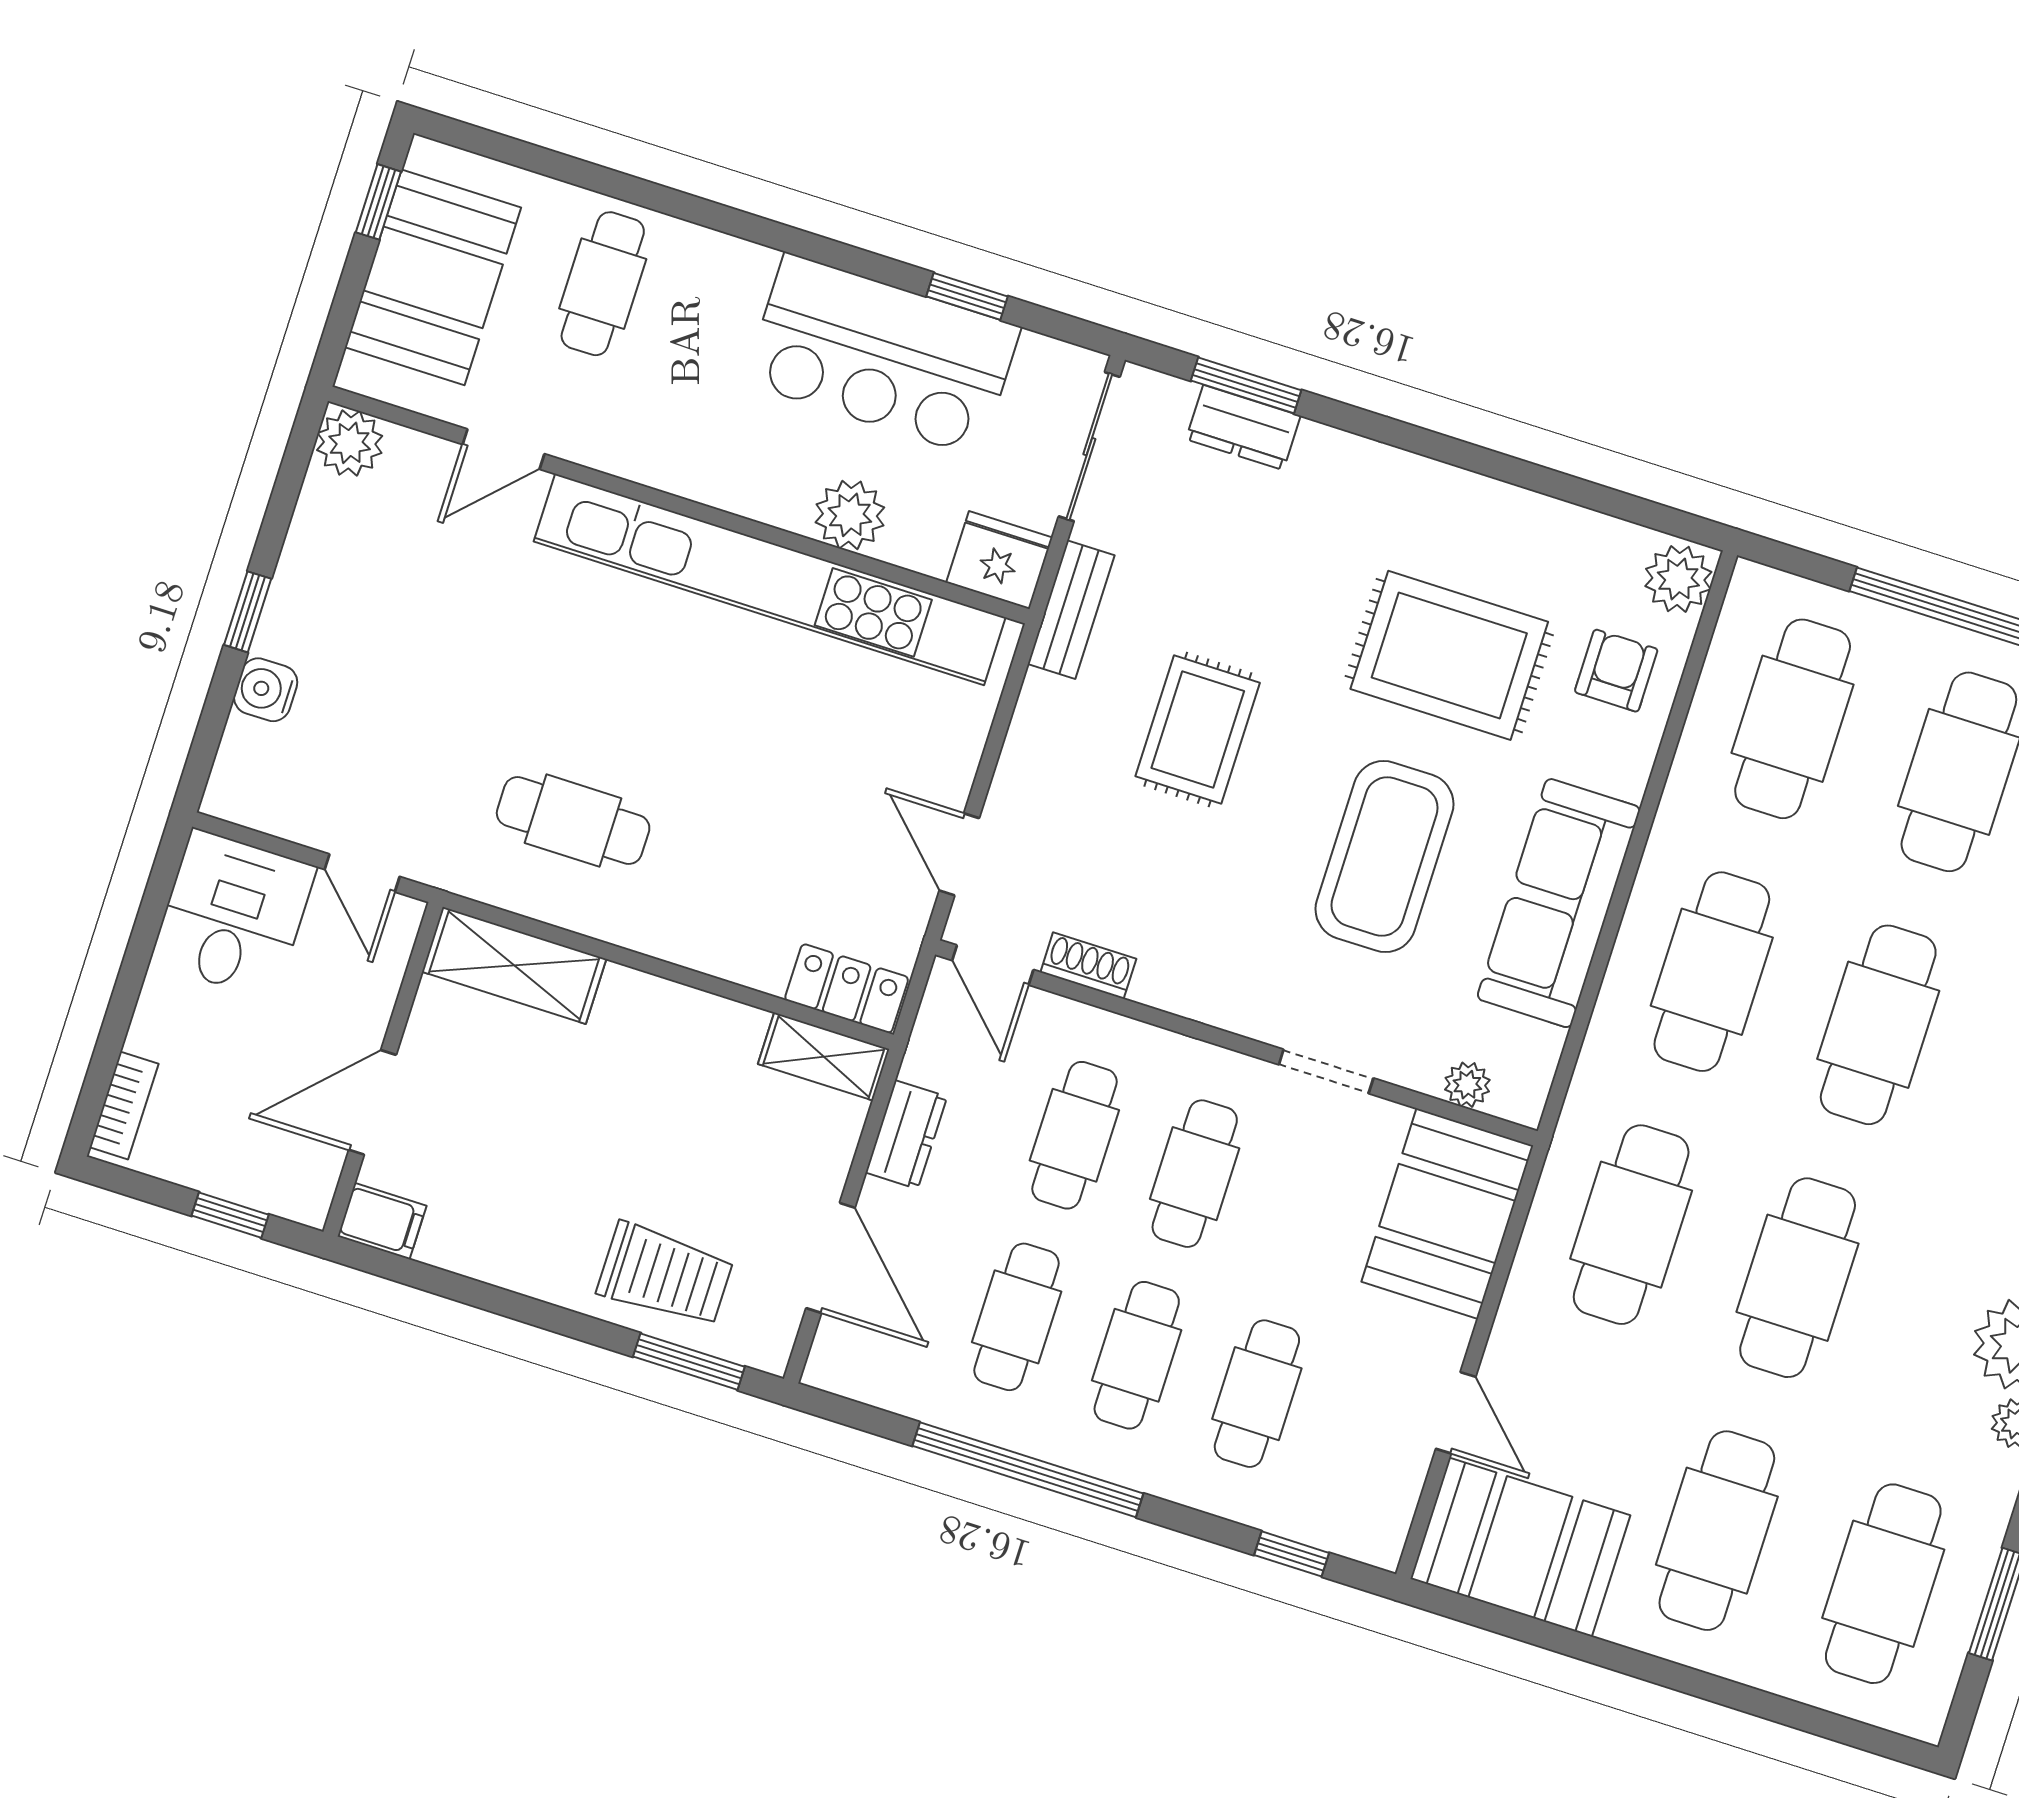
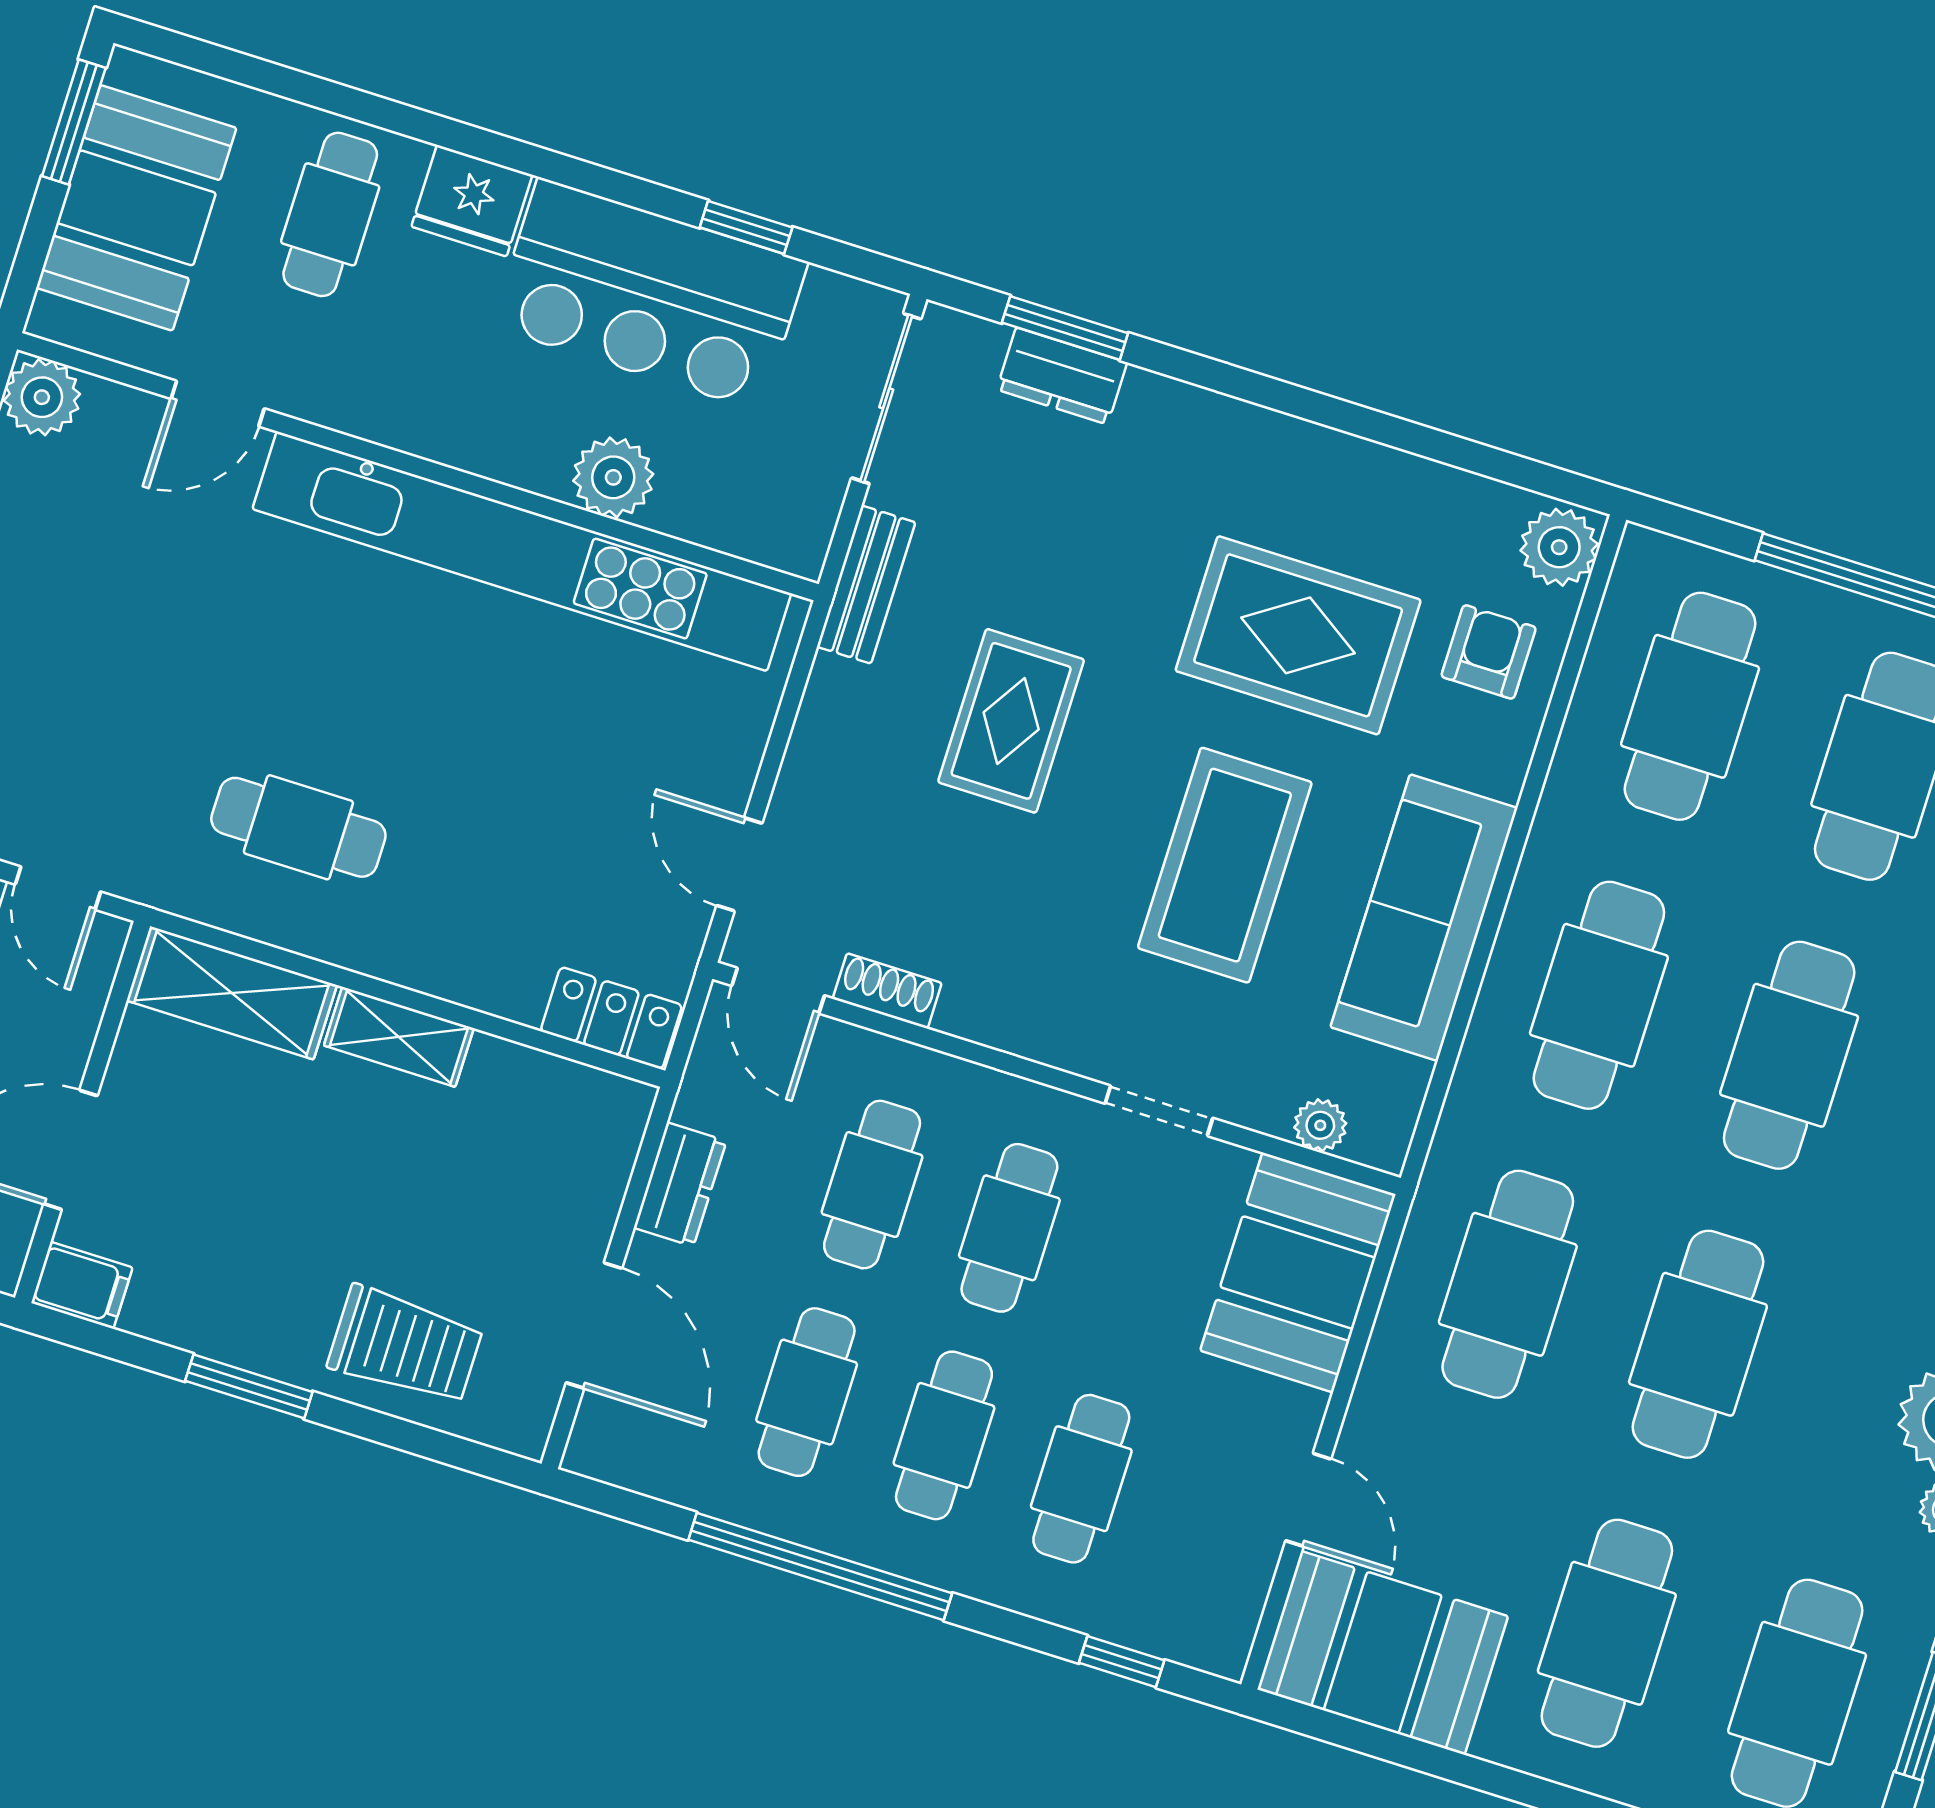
window: (378, 202) -> (74, 122), width x1.50
fridge: (999, 560) -> (472, 201), moved, turned 180
shelving: (824, 1057) -> (399, 1037), moved
window: (689, 1362) -> (249, 1386), moved

